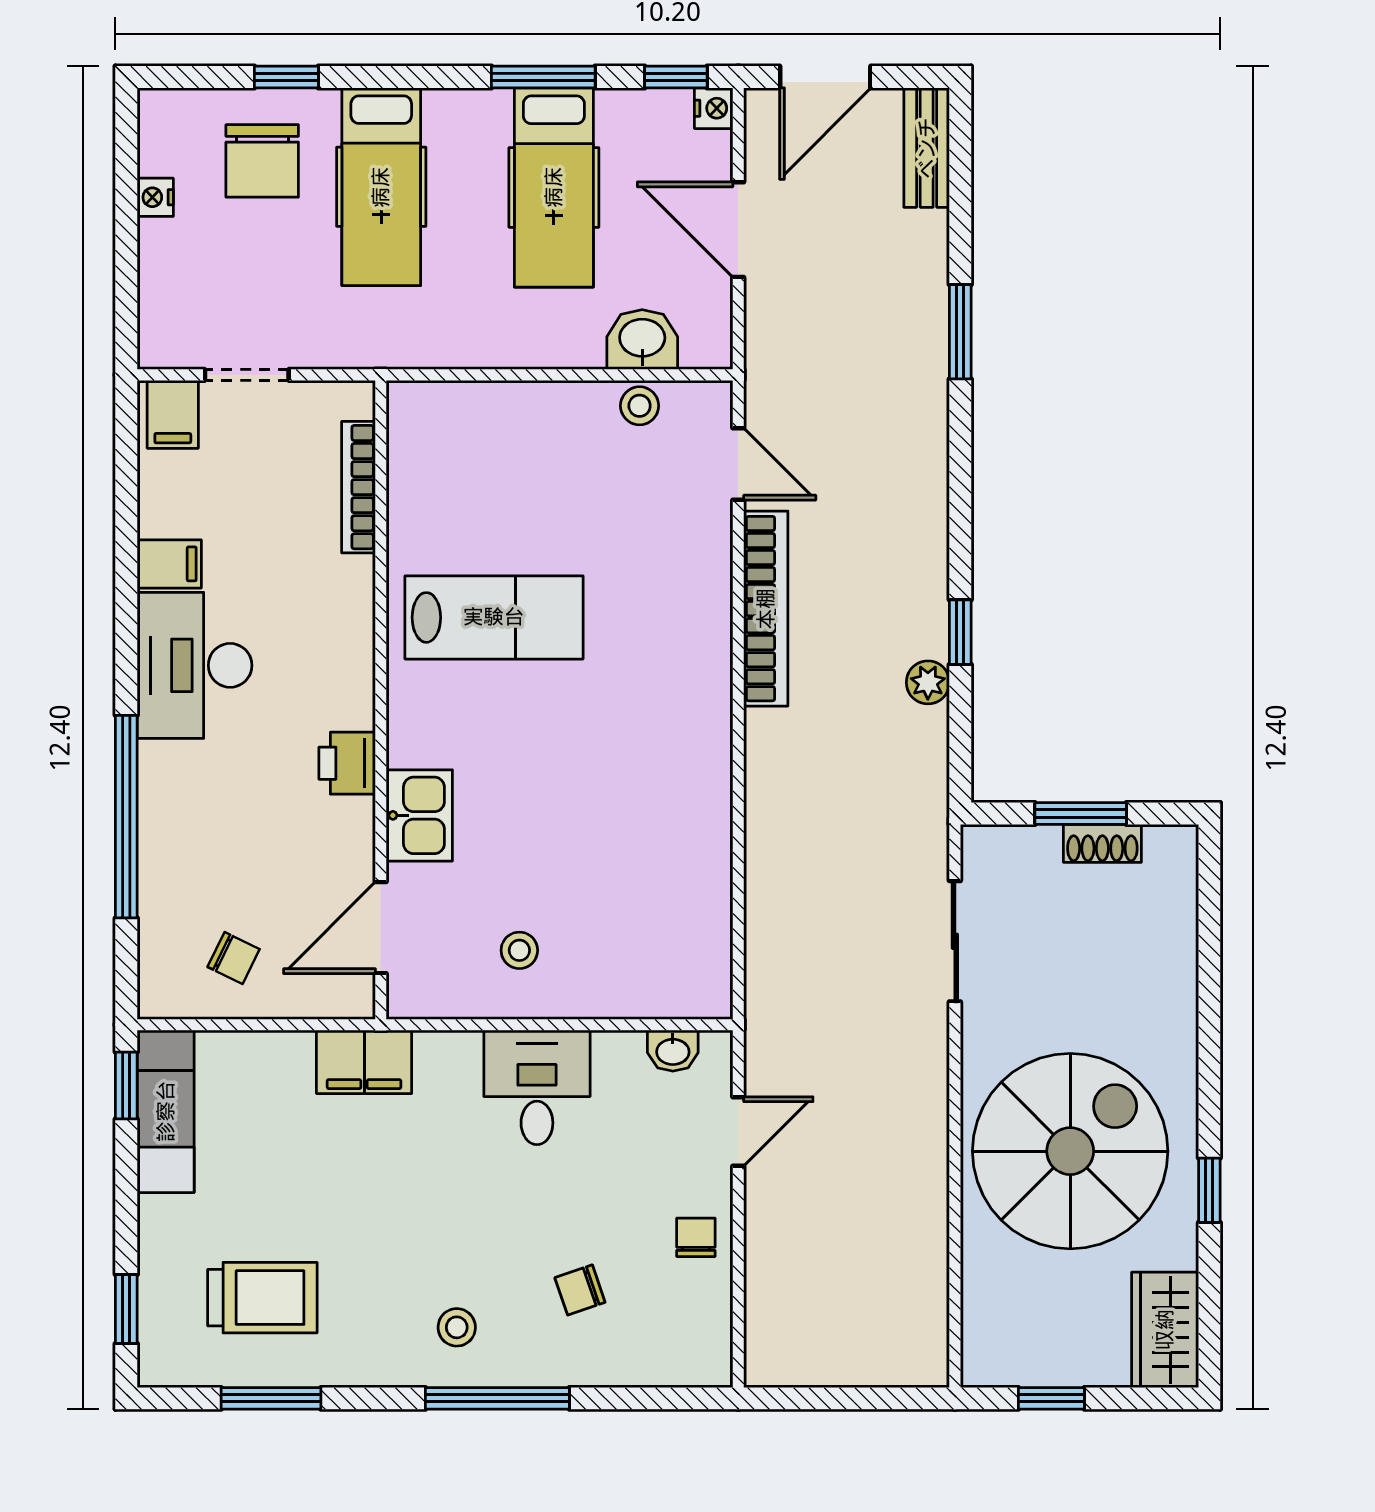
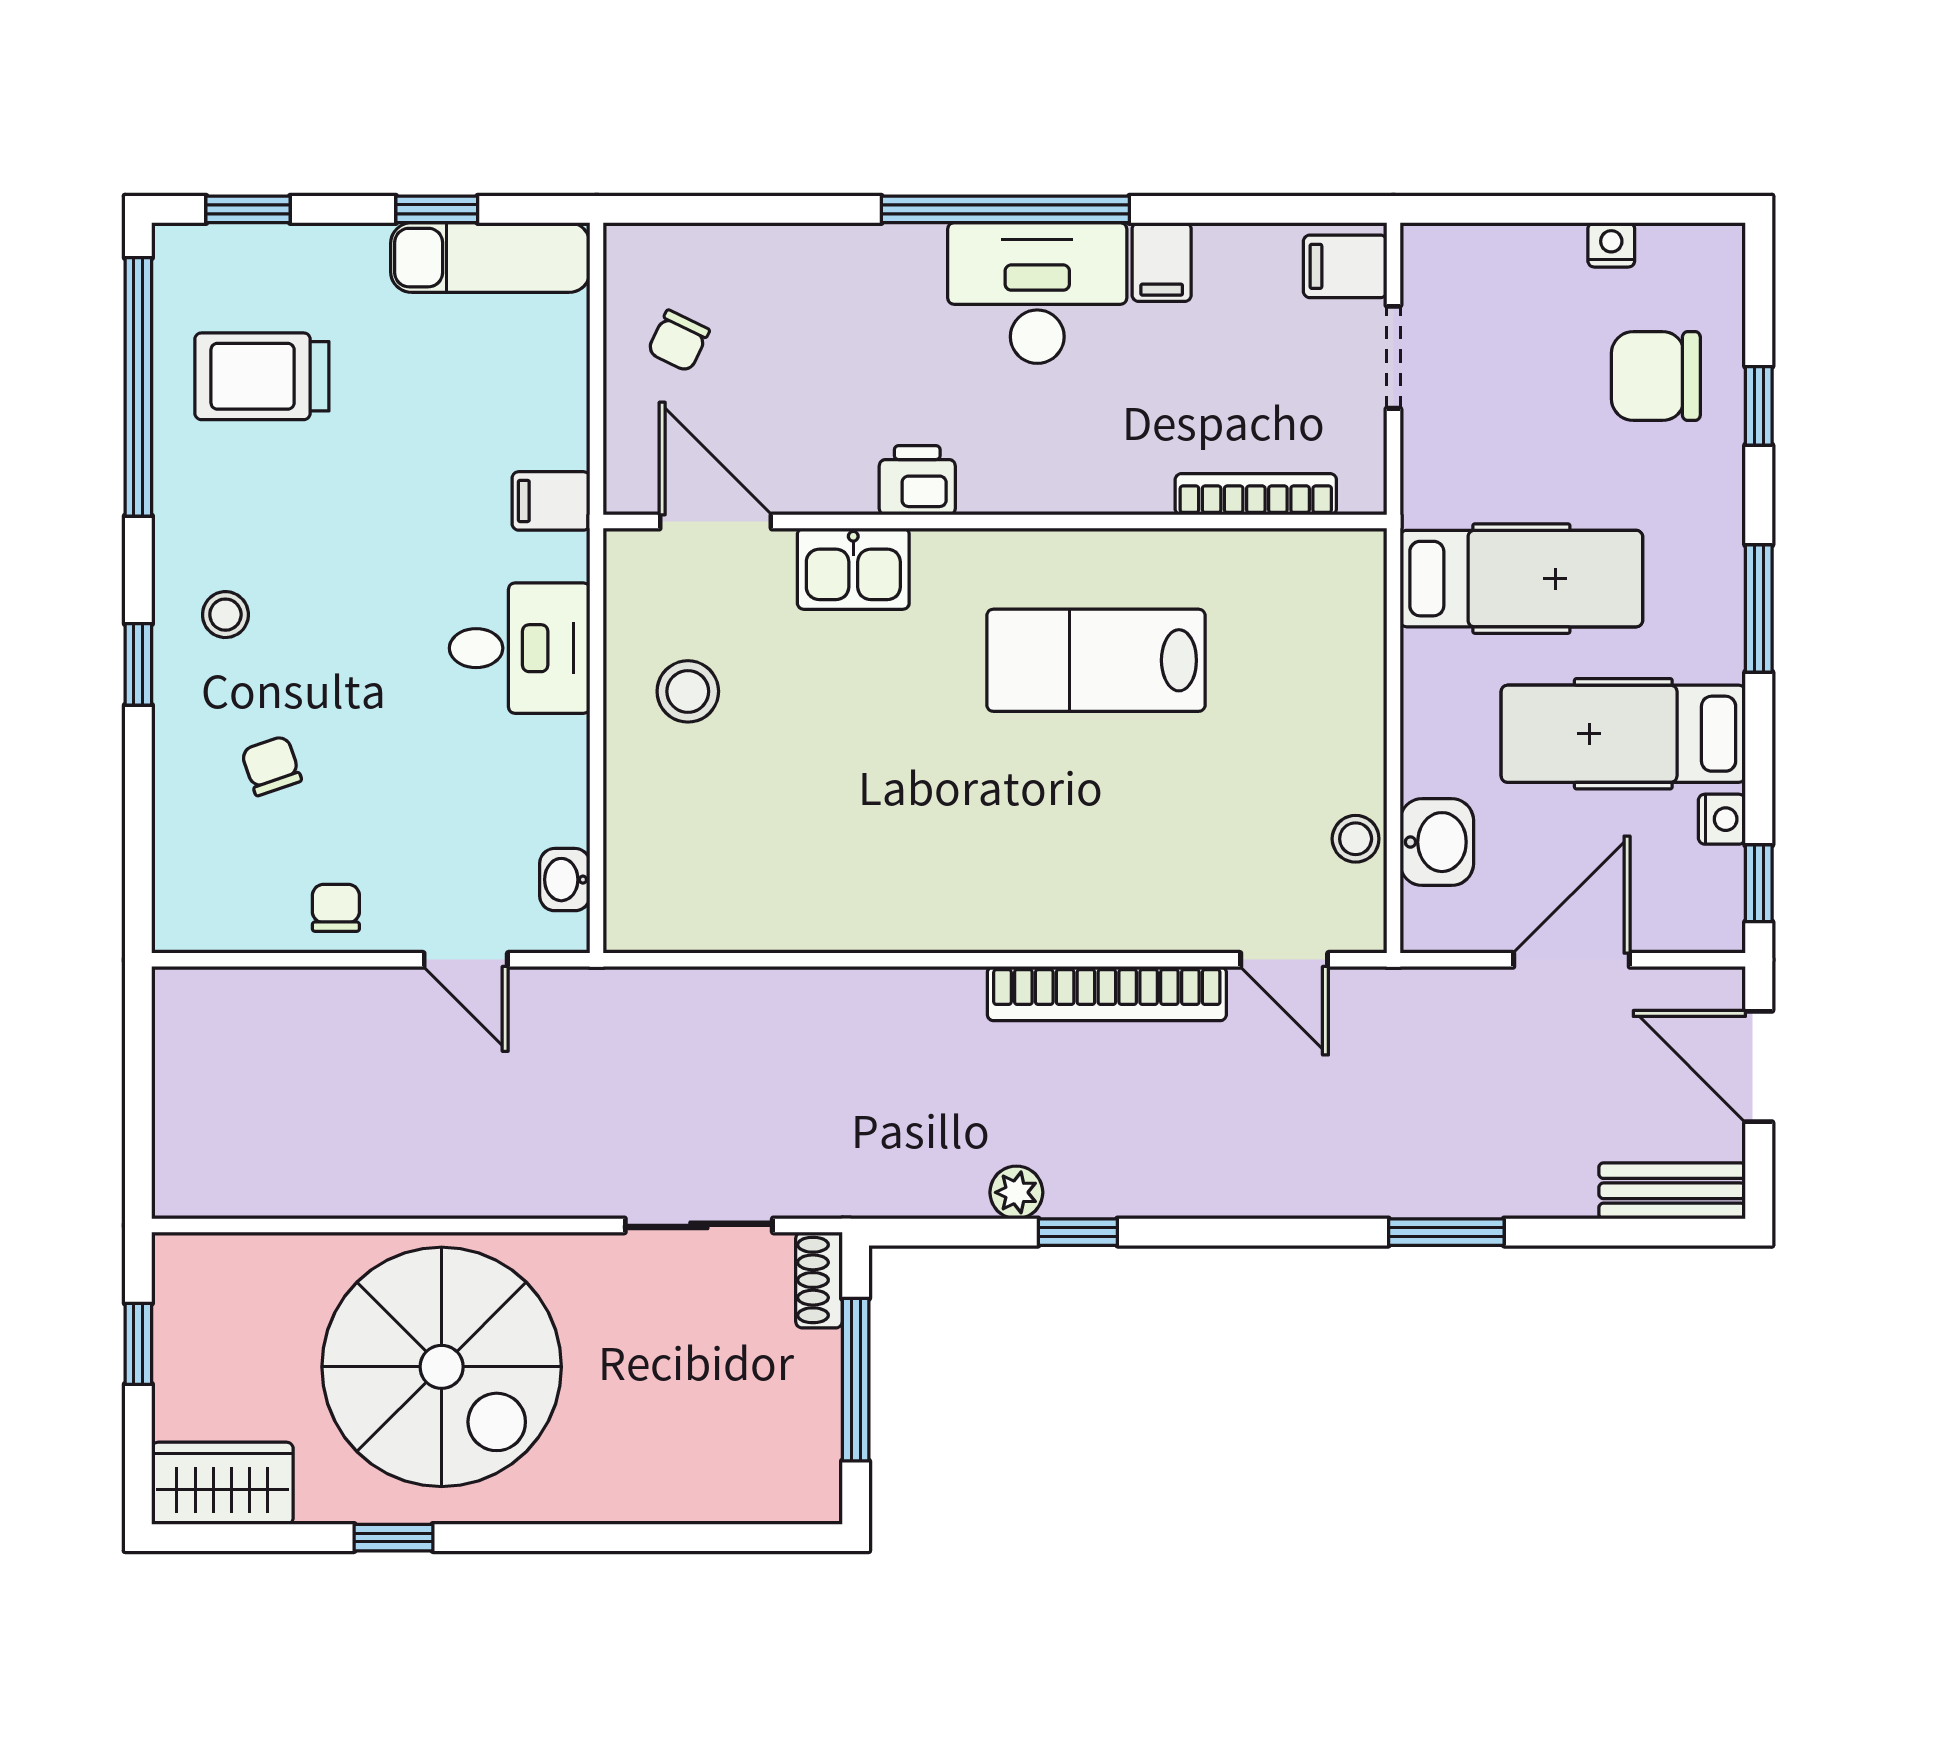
window: (543, 77) -> (1759, 608), moved
nightstand: (714, 108) -> (1722, 819), moved, turned -90
hospital bed: (381, 187) -> (1521, 579), moved, turned 180
door: (738, 464) -> (1284, 960), hinge flipped
lab bench: (494, 617) -> (1096, 660), turned 90
window: (1081, 814) -> (856, 1380), width x1.44
window: (126, 817) -> (1005, 209), moved
shoe rack: (1102, 843) -> (819, 1280), moved
stool: (519, 950) -> (688, 691), width x1.37, depth x1.37
filing cabinet: (364, 1062) -> (551, 501), width x0.50
window: (126, 1085) -> (437, 209), moved
desk: (537, 1087) -> (520, 648), moved
chair: (696, 1237) -> (336, 908), turned -90
trolley: (262, 1298) -> (262, 376), turned 90
window: (271, 1398) -> (138, 387), width x2.11
window: (497, 1398) -> (138, 664), width x0.46

